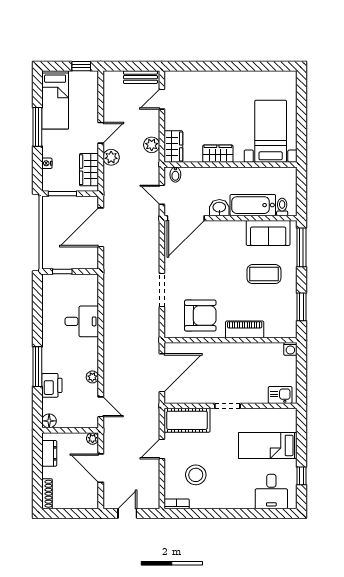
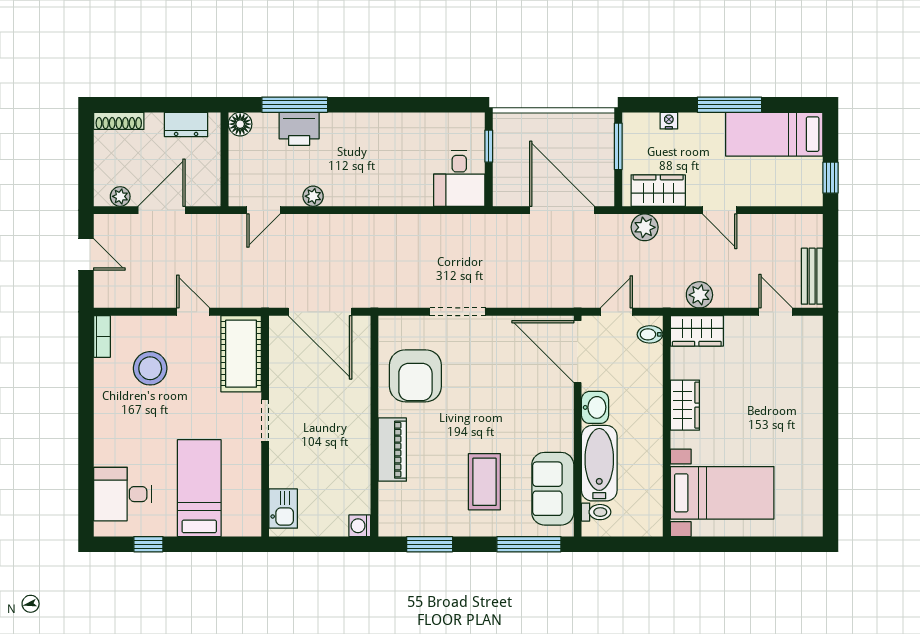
plant: (111, 157) -> (645, 227), moved
desk: (82, 321) -> (459, 179), moved
window: (37, 367) -> (295, 105), moved
plant: (93, 438) -> (120, 196), moved

